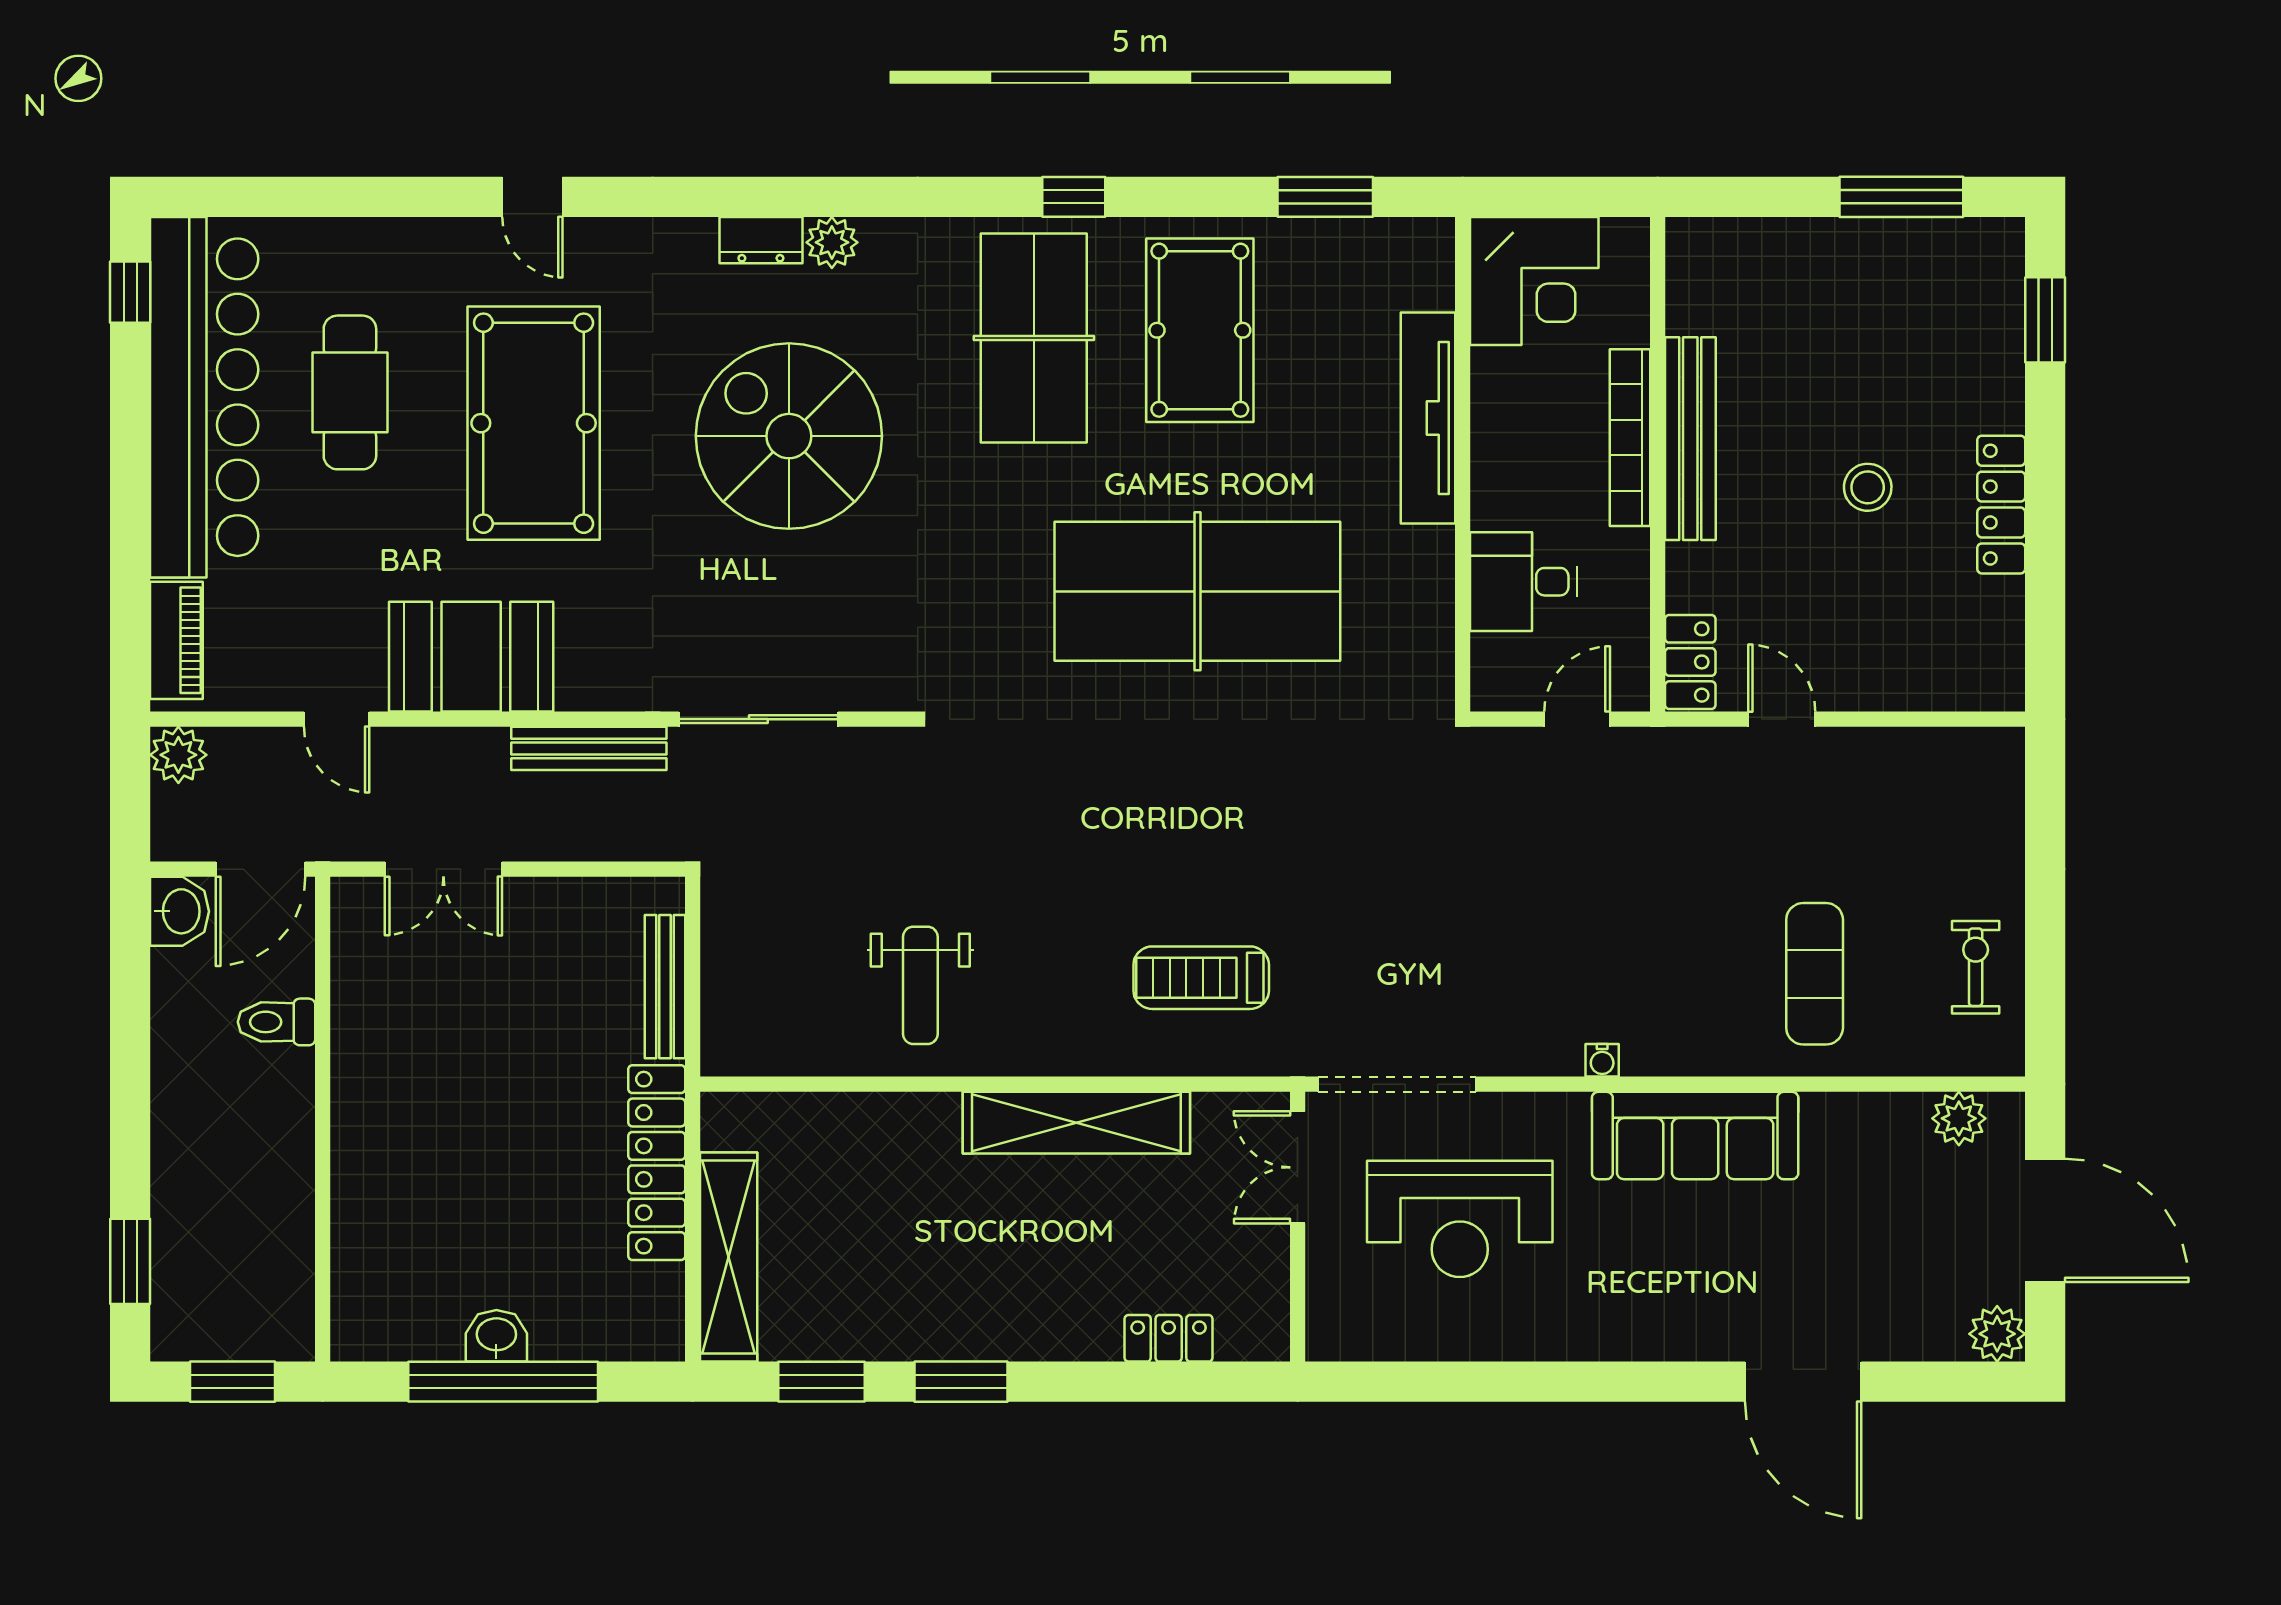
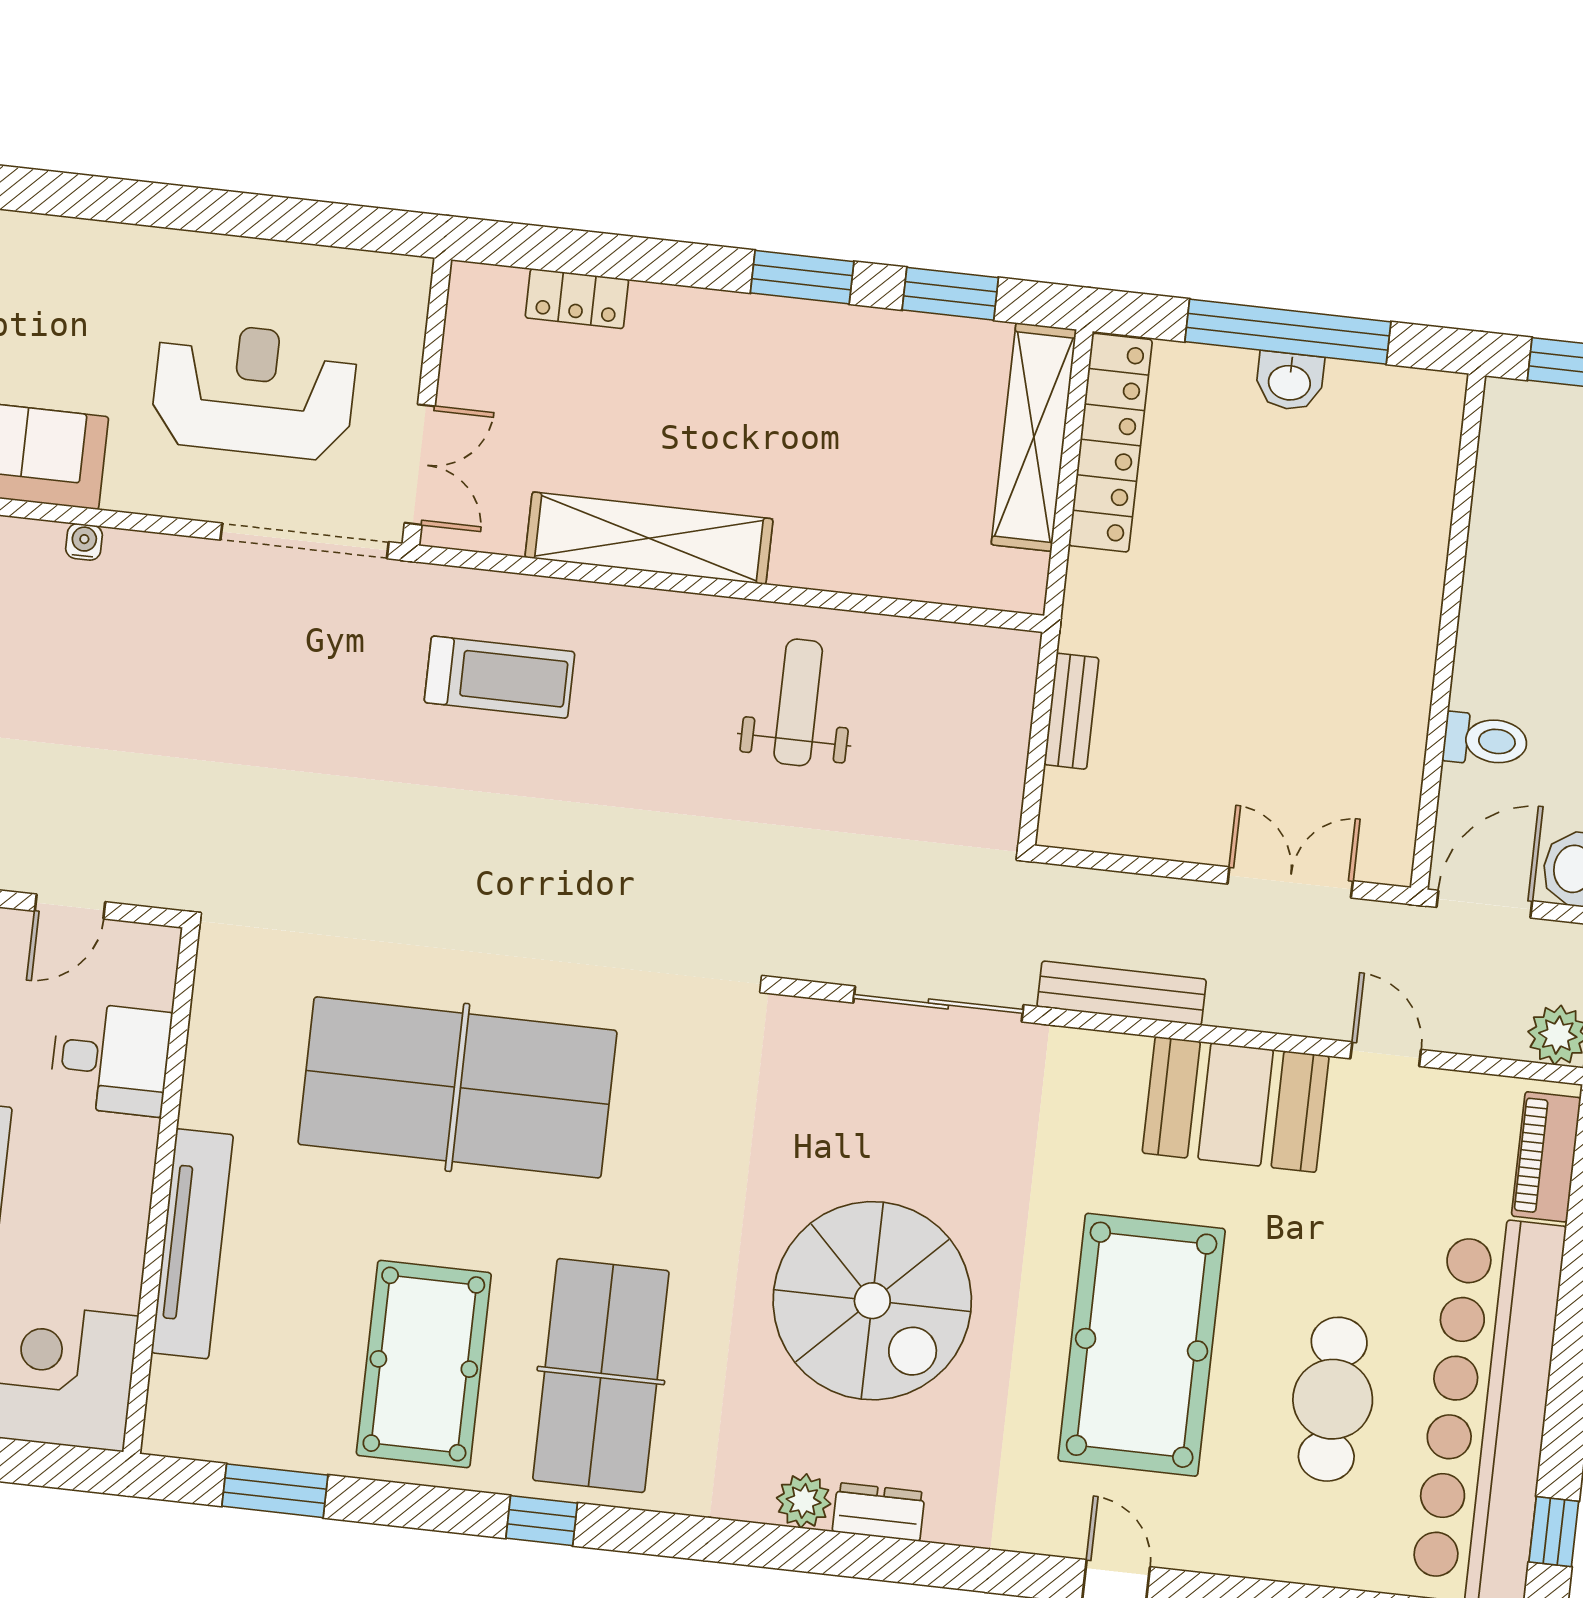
bench: (665, 987) -> (1071, 711), width x0.73
locker: (657, 1163) -> (1110, 443), moved

